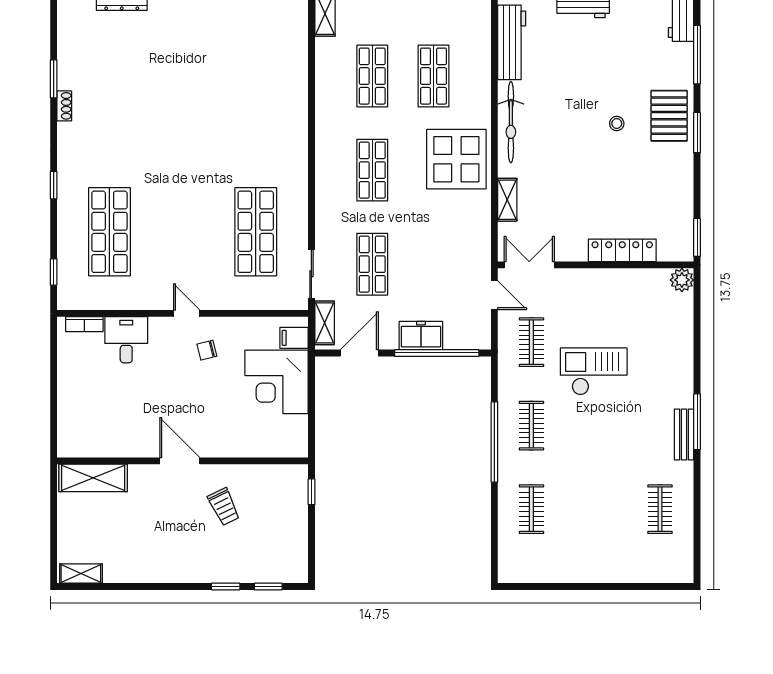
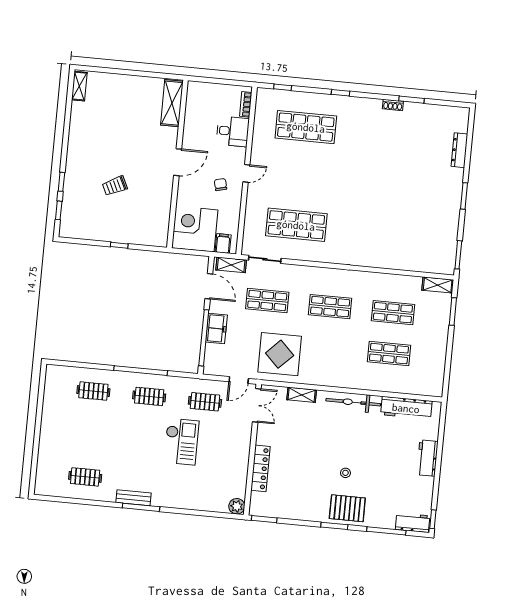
display table: (456, 159) -> (280, 354), moved
door: (180, 461) -> (178, 162), moved
wall: (183, 461) -> (177, 164), moved
shelving: (93, 478) -> (172, 103), moved

